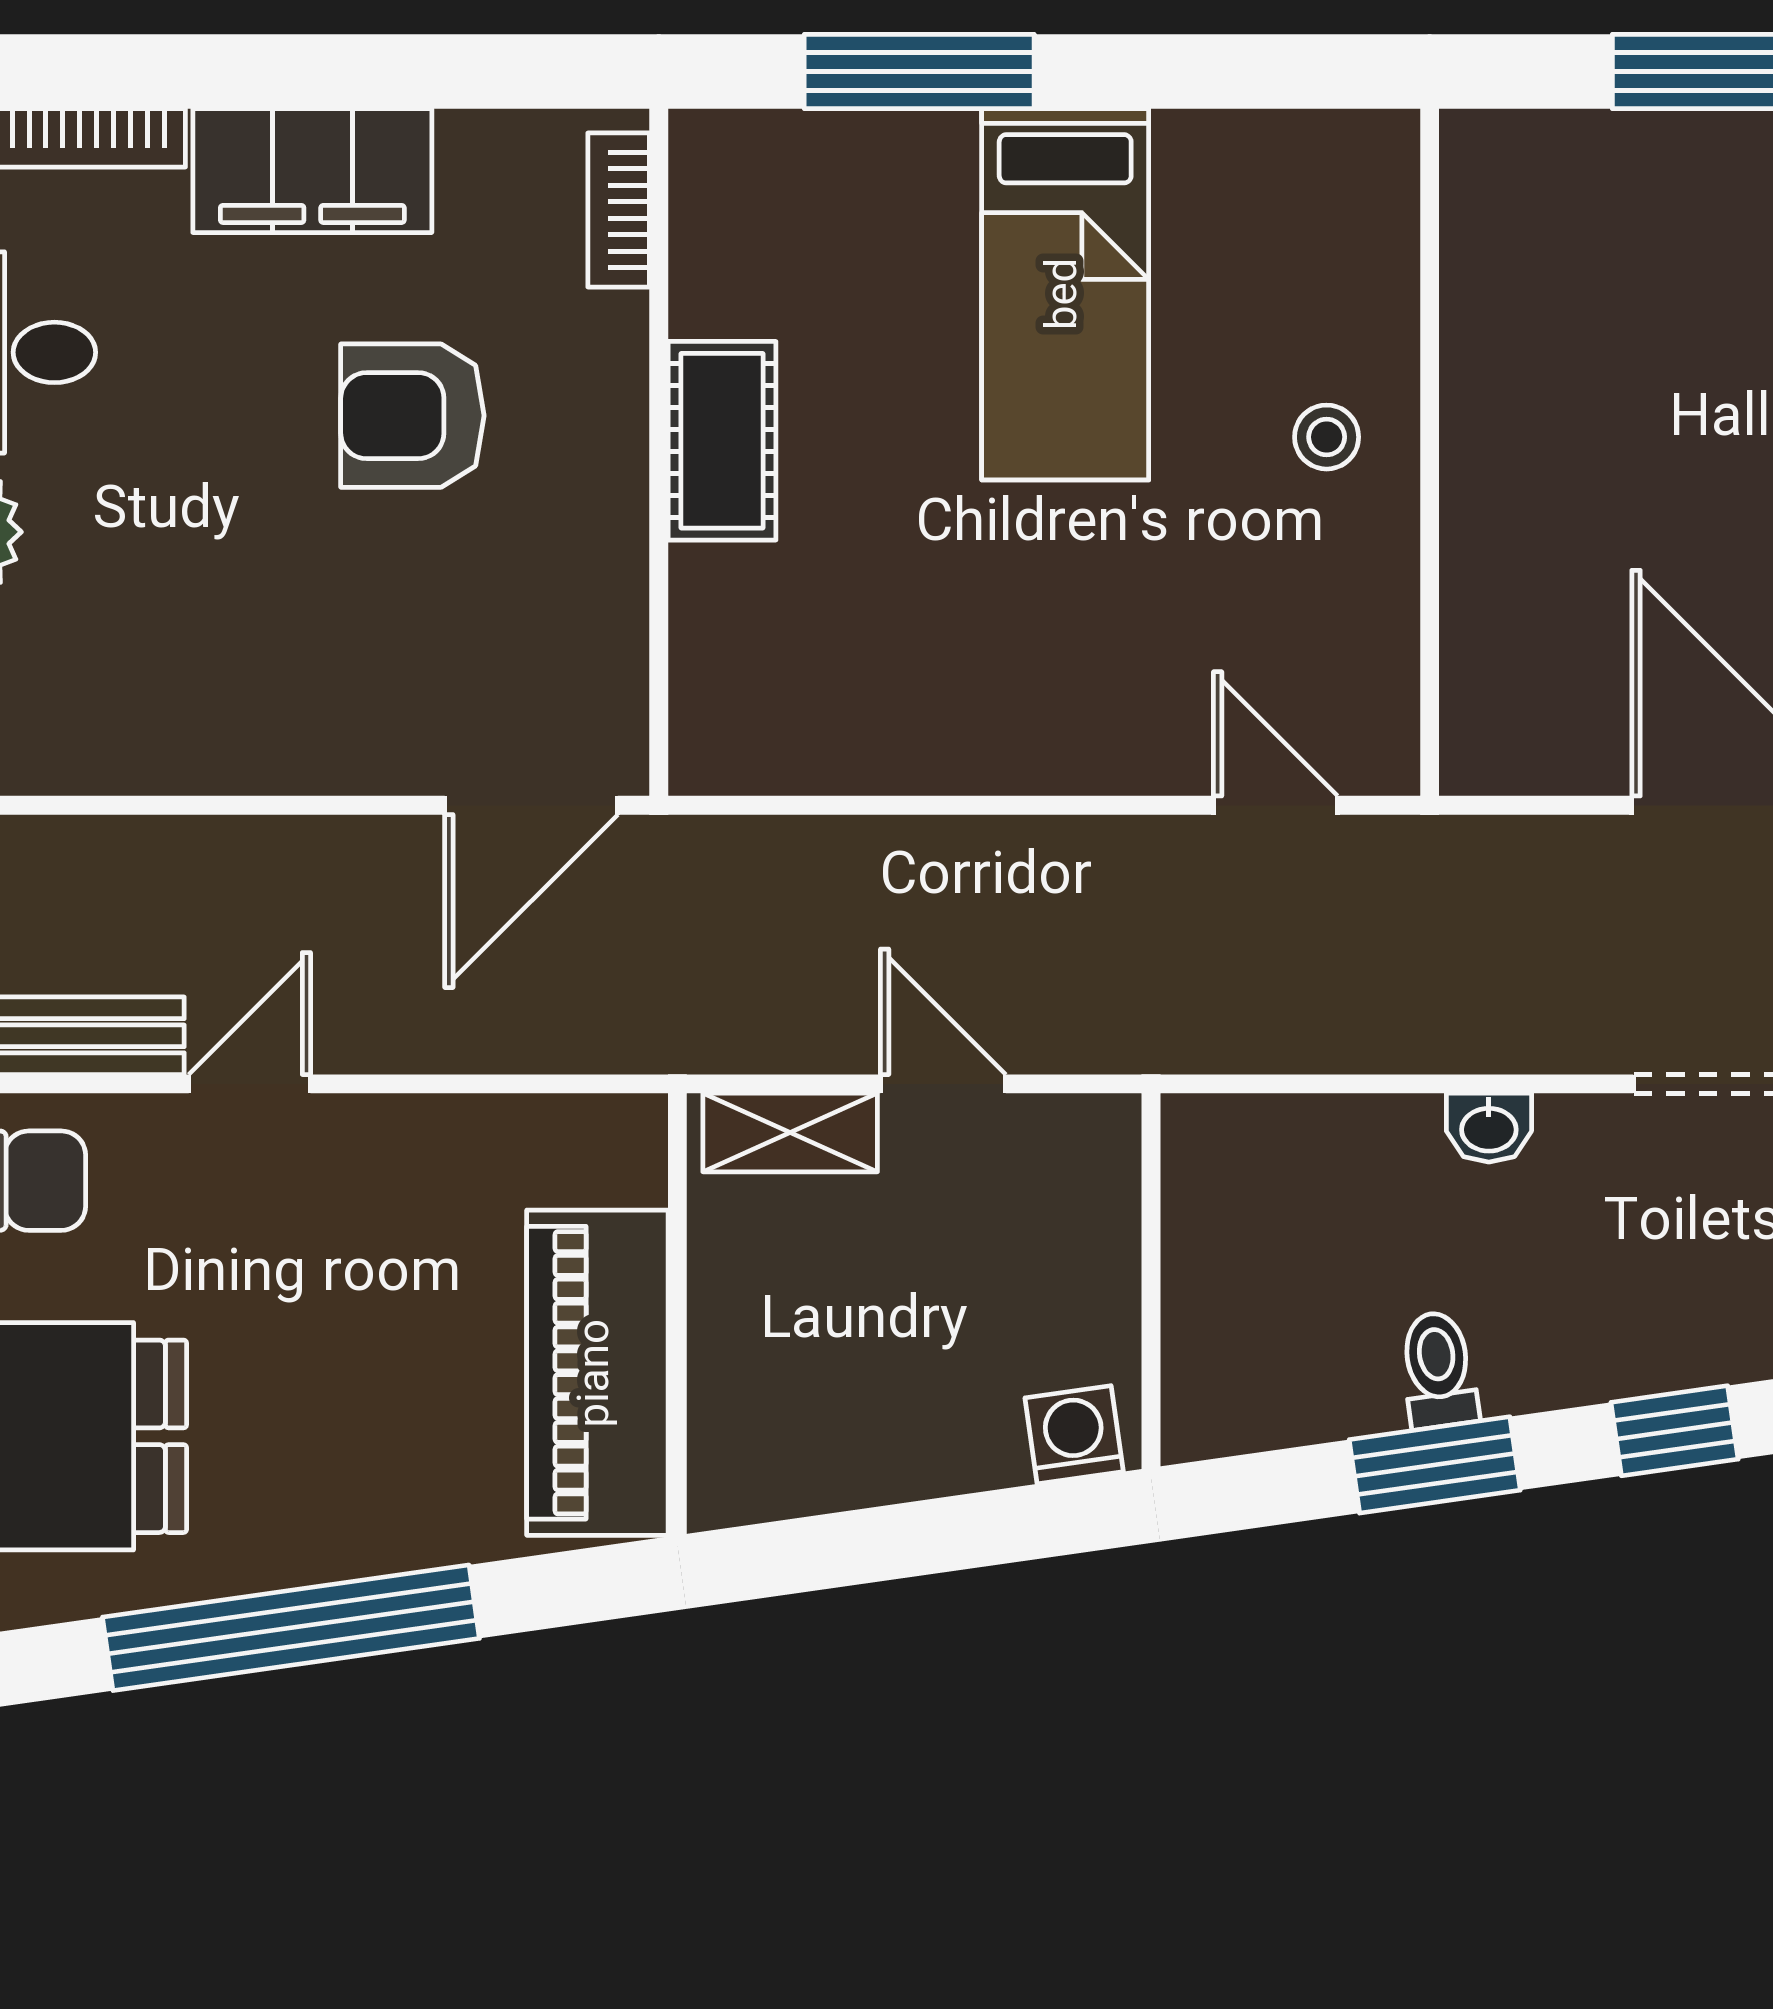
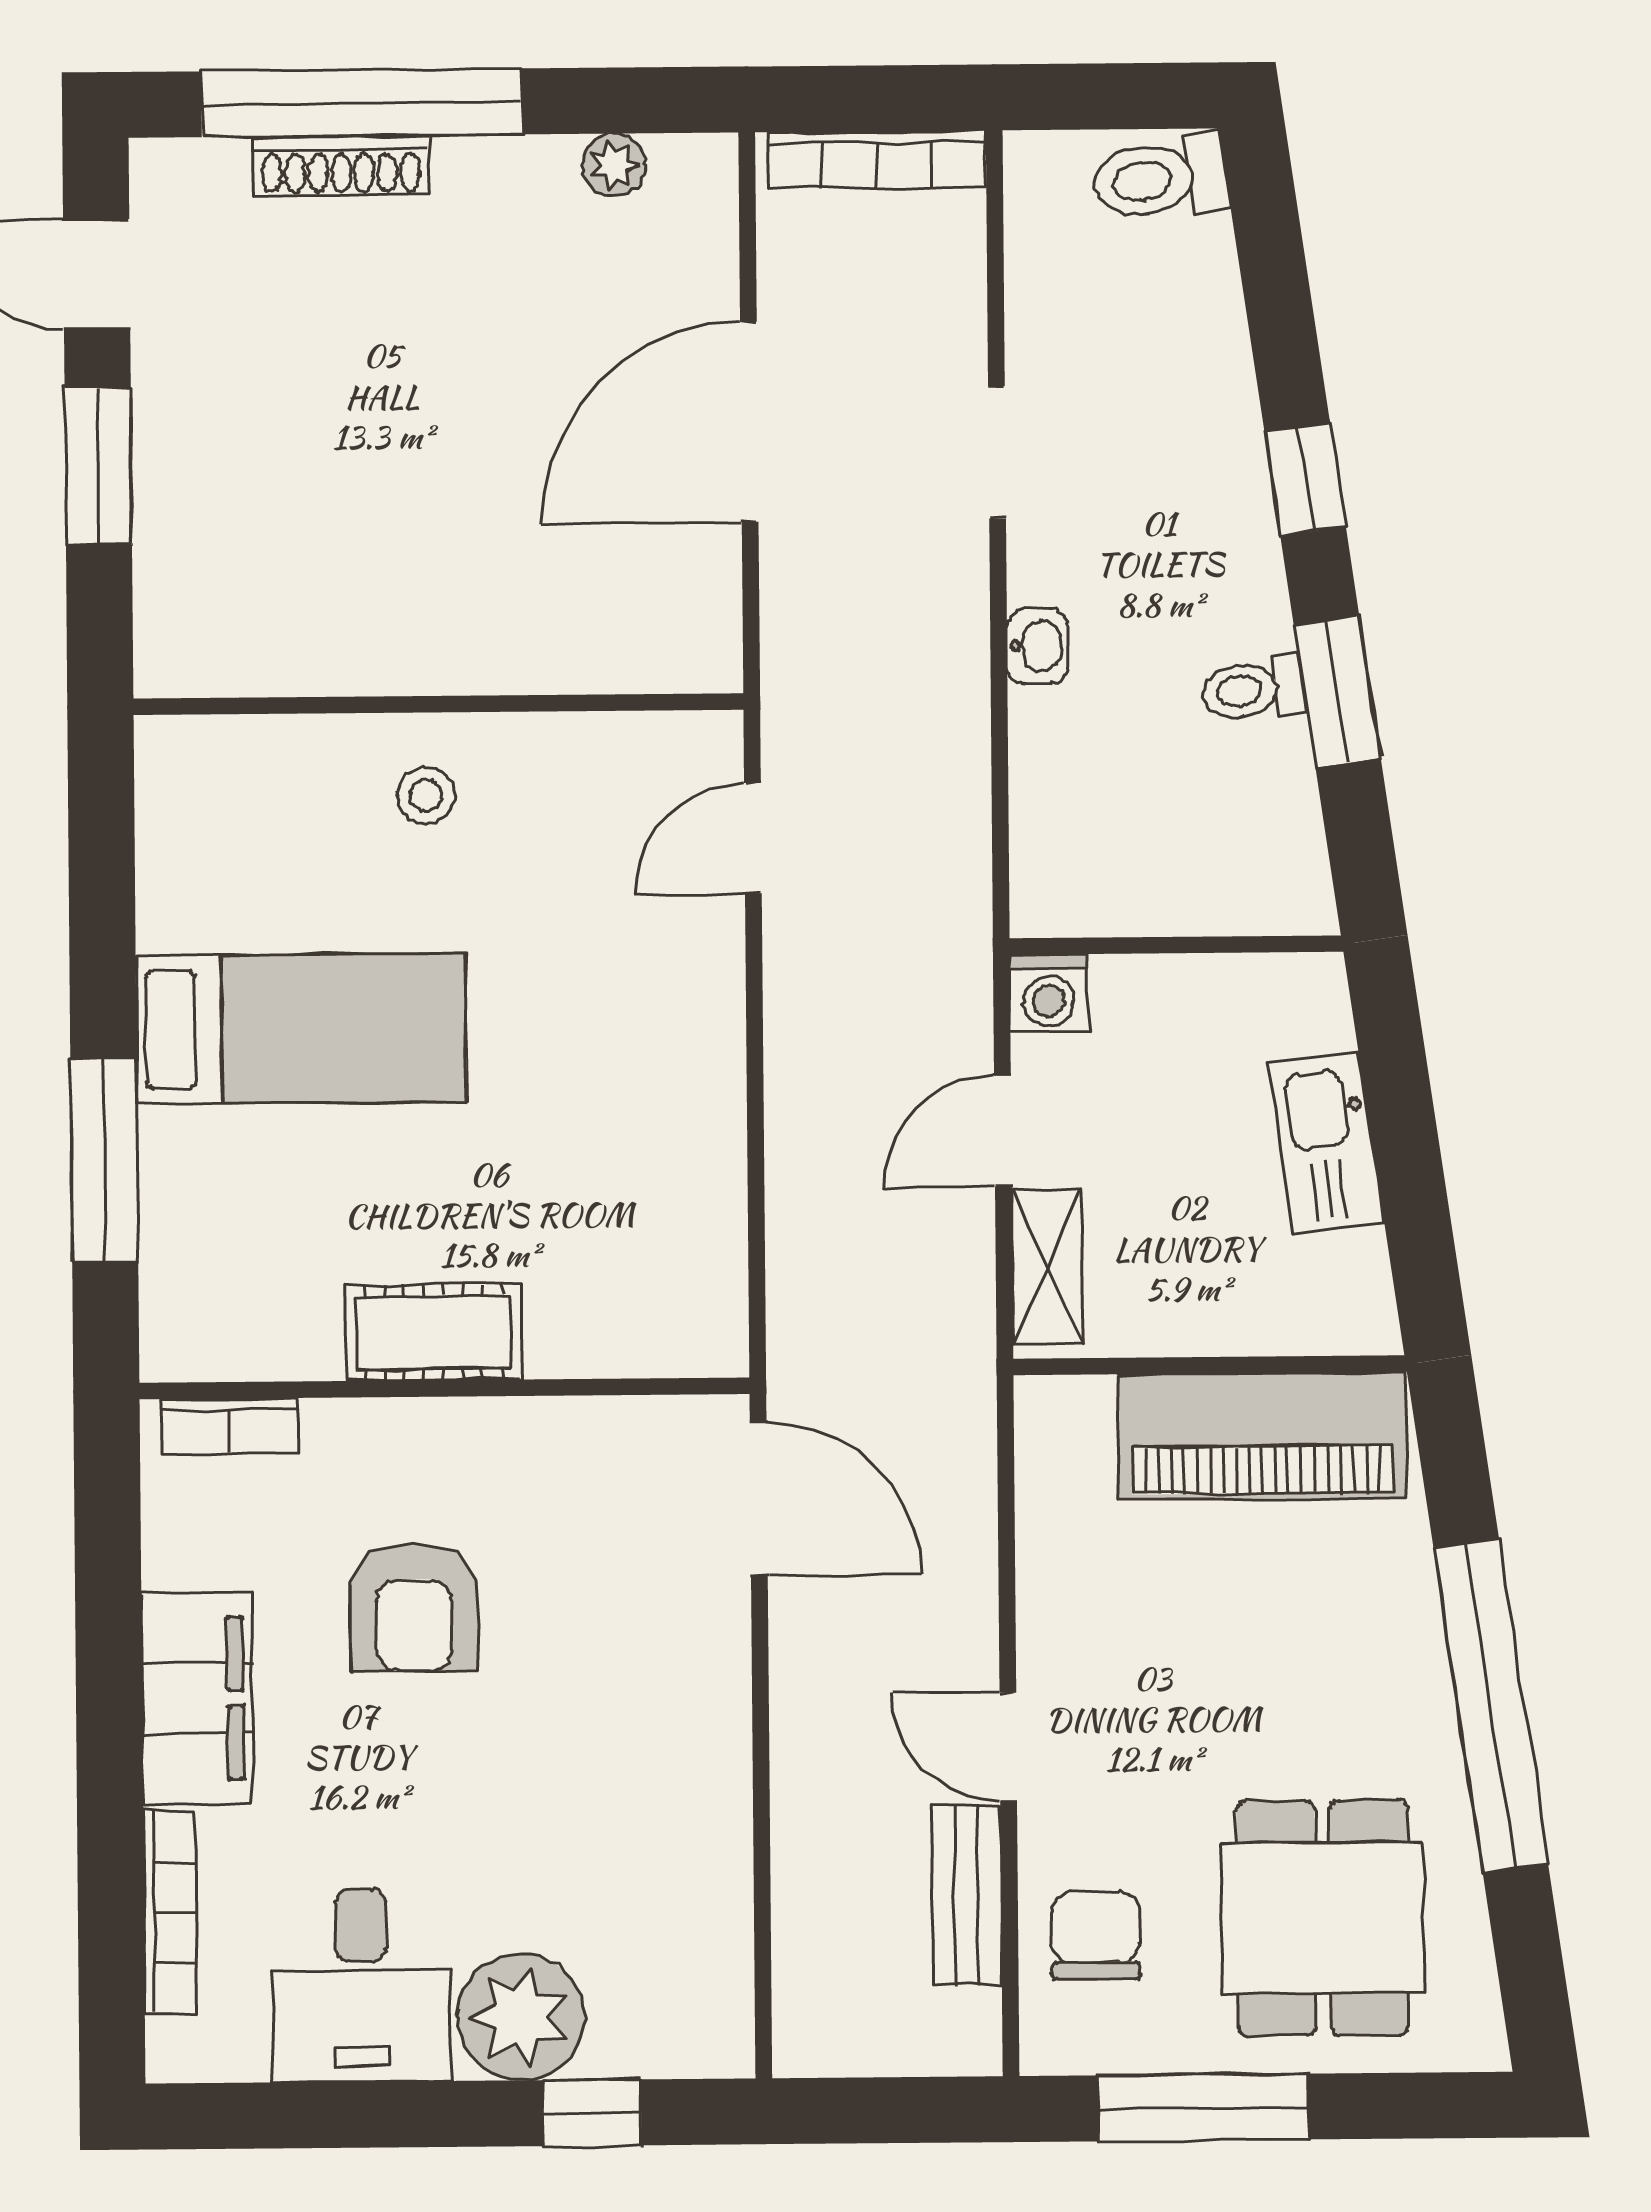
washing machine: (1074, 1435) -> (1049, 993), moved, turned -82
kitchen sink: (926, 1448) -> (1326, 1143), added

